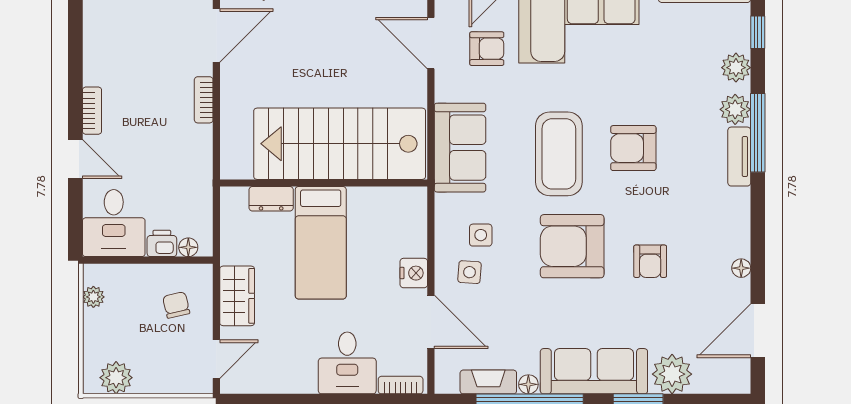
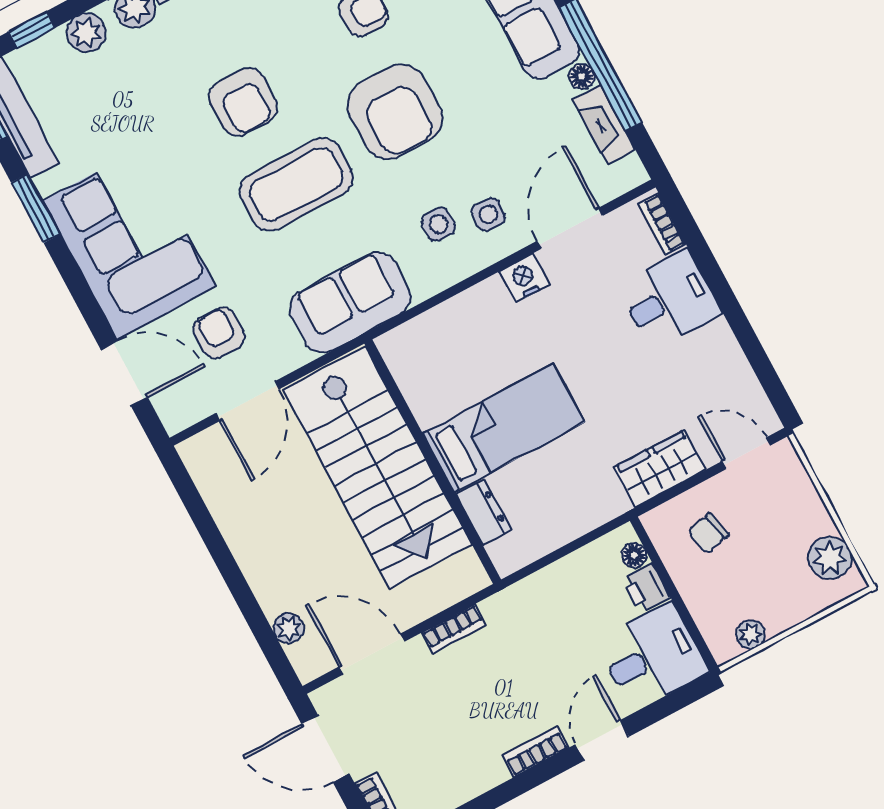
stairs: (340, 144) -> (377, 467), moved
wall: (324, 183) -> (433, 462), moved
dresser: (271, 199) -> (484, 512), moved
bed: (321, 243) -> (504, 428), moved

